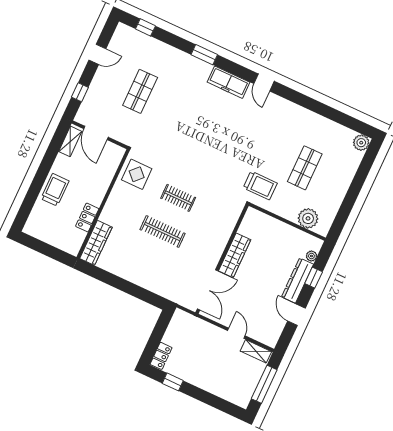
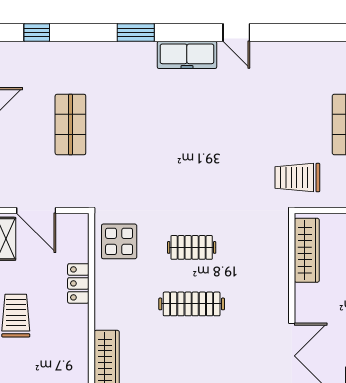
trolley: (260, 185) -> (297, 178), turned 180
locker: (87, 217) -> (78, 283), moved
wardrobe: (235, 255) -> (307, 250), moved

